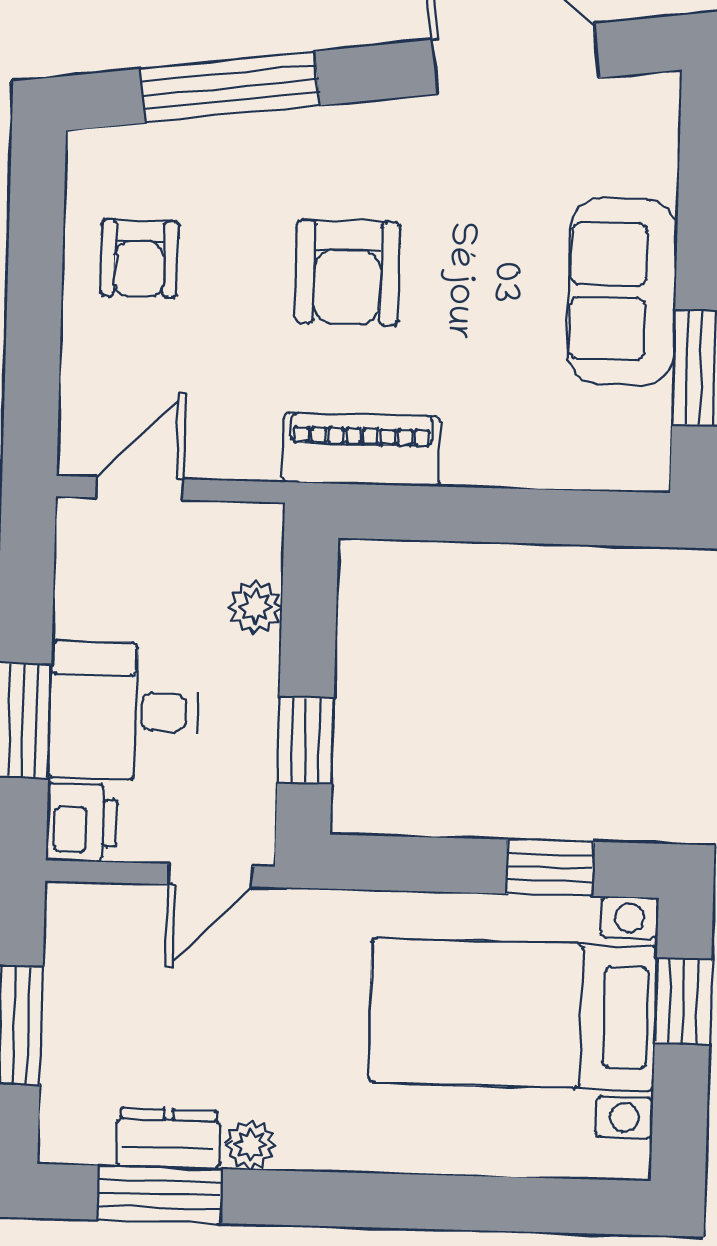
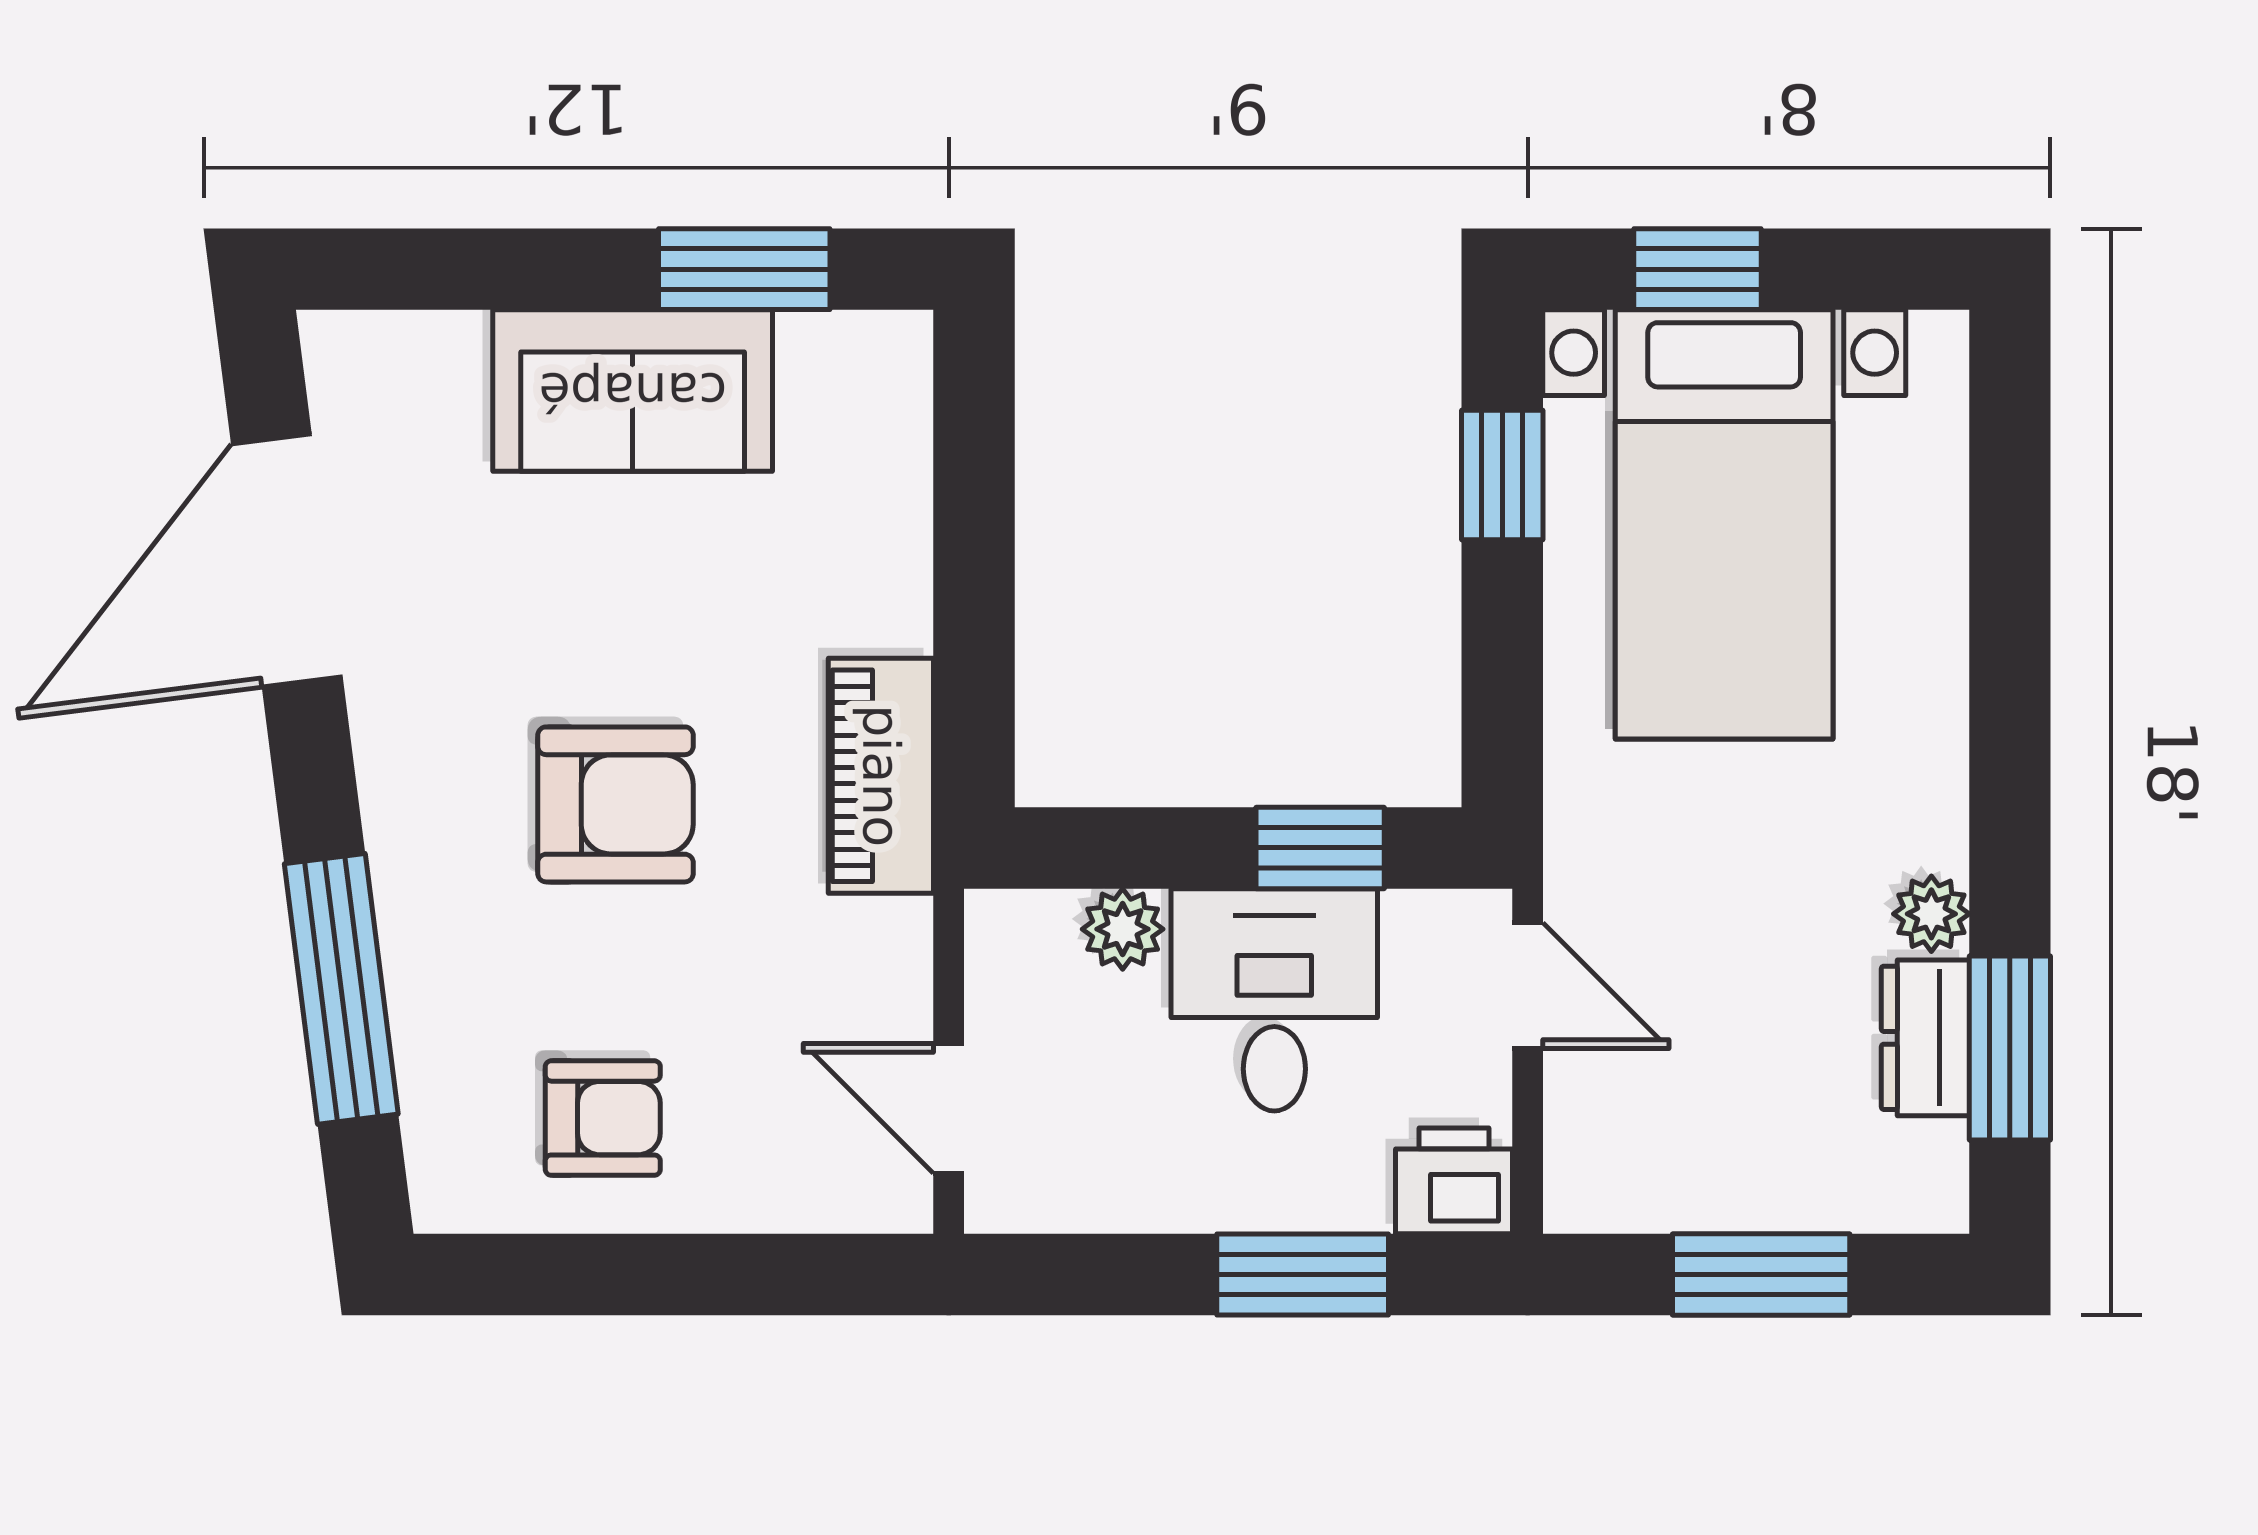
desk: (124, 711) -> (1274, 1000), moved, turned 180

